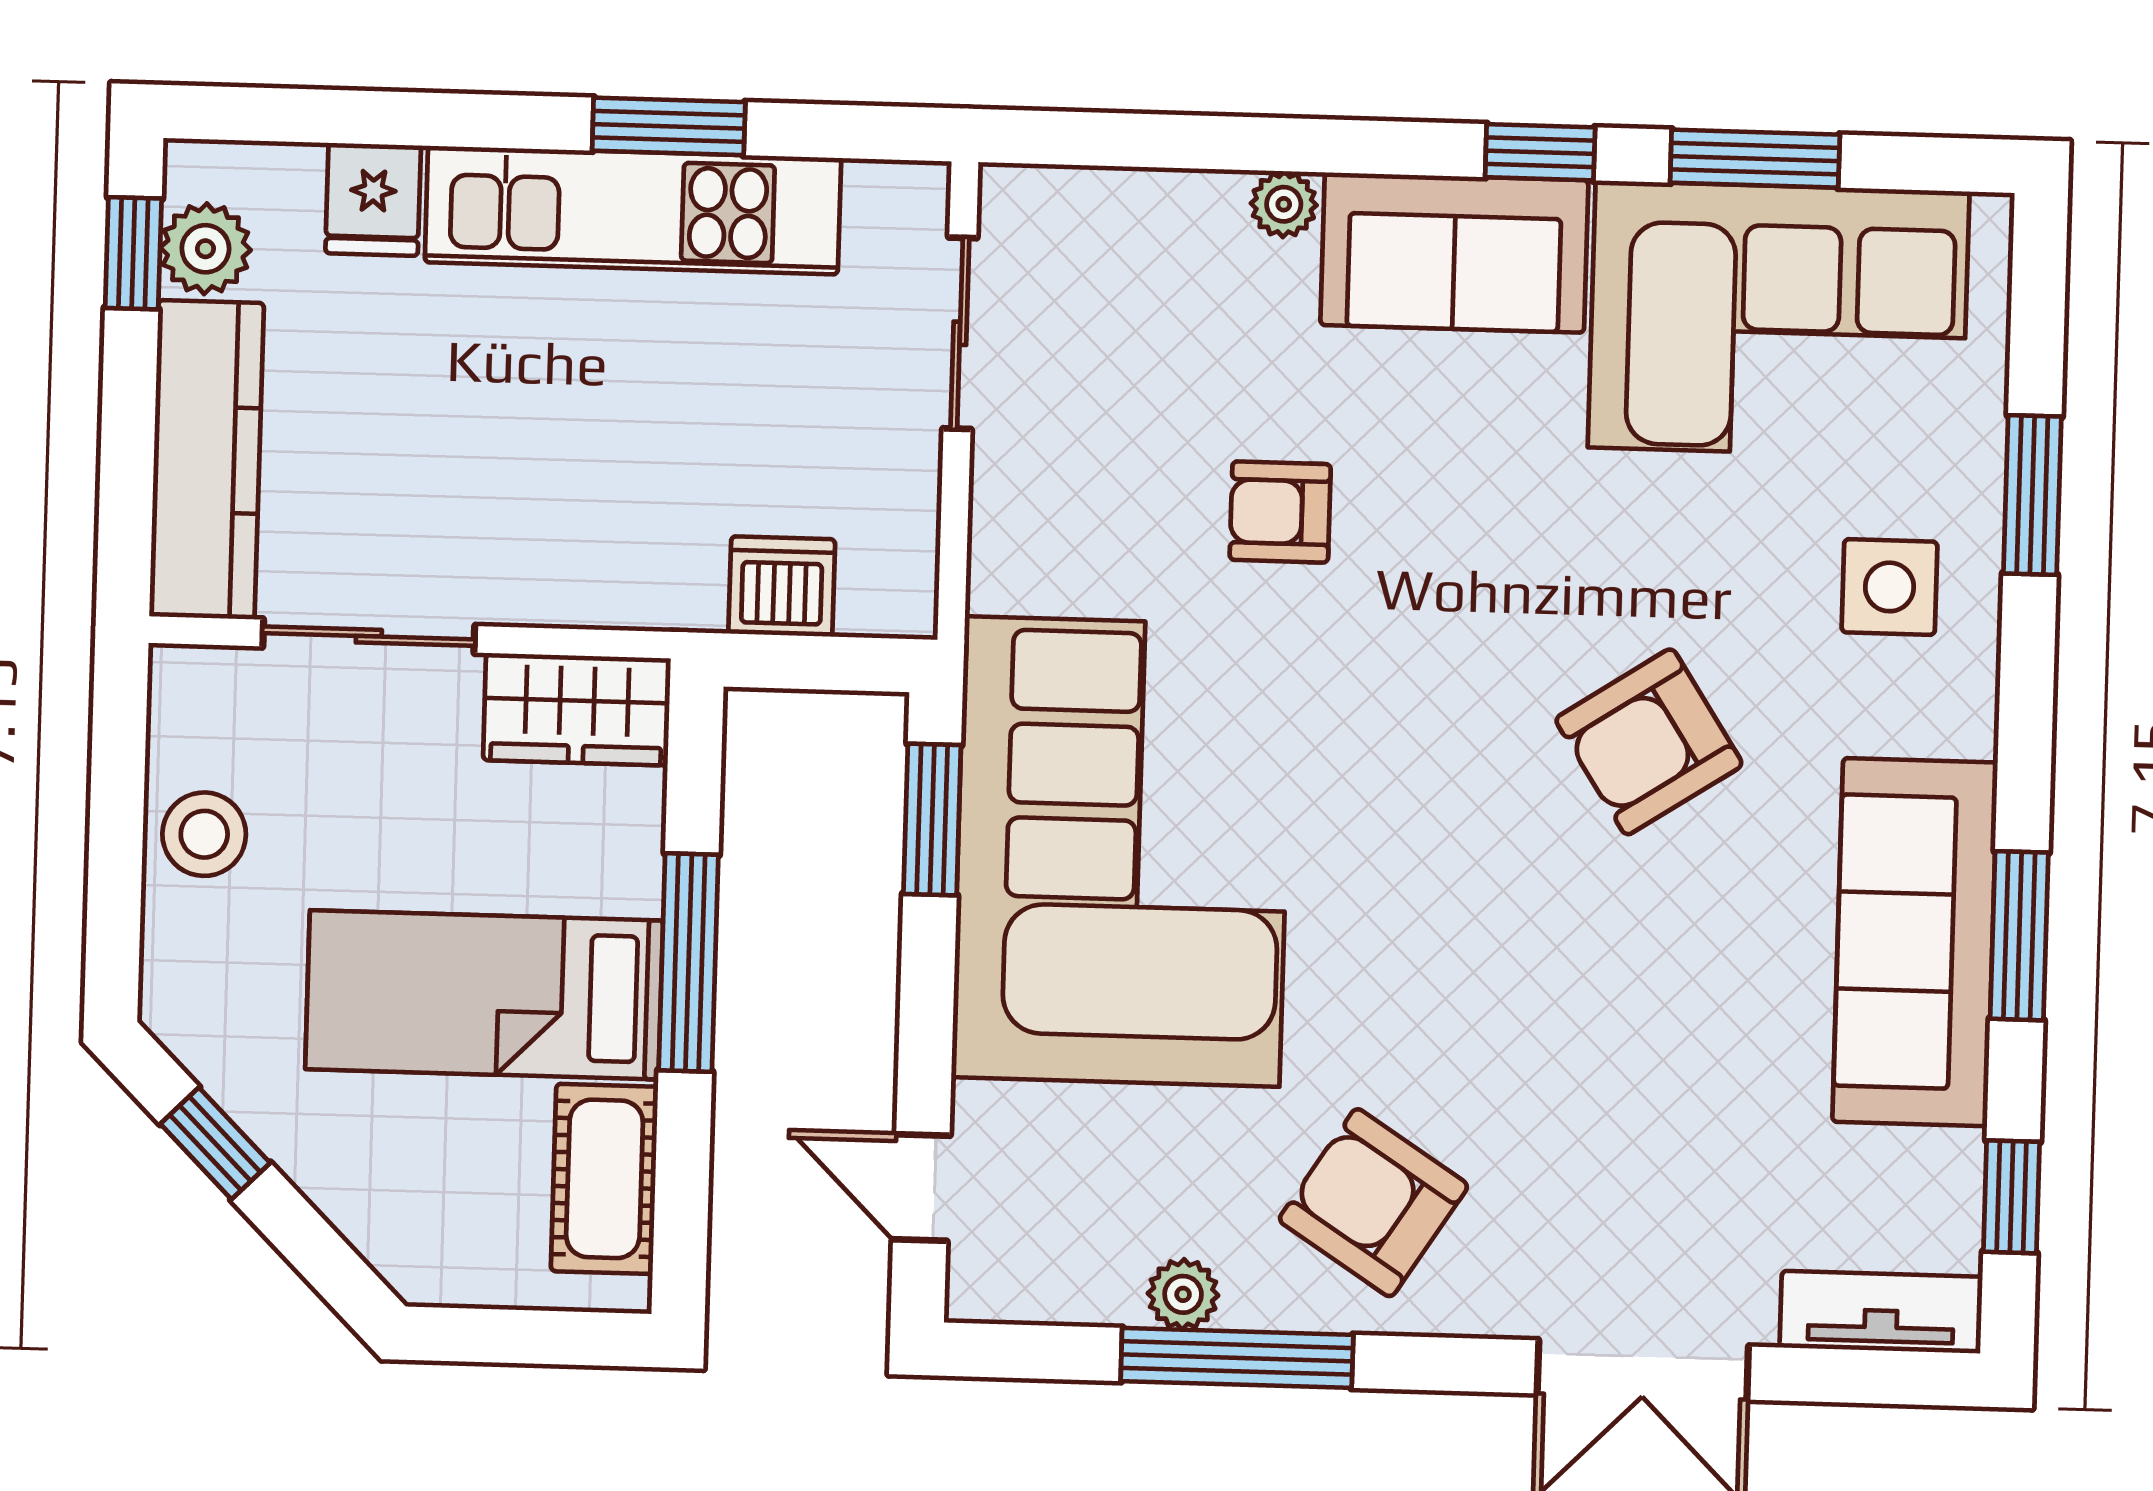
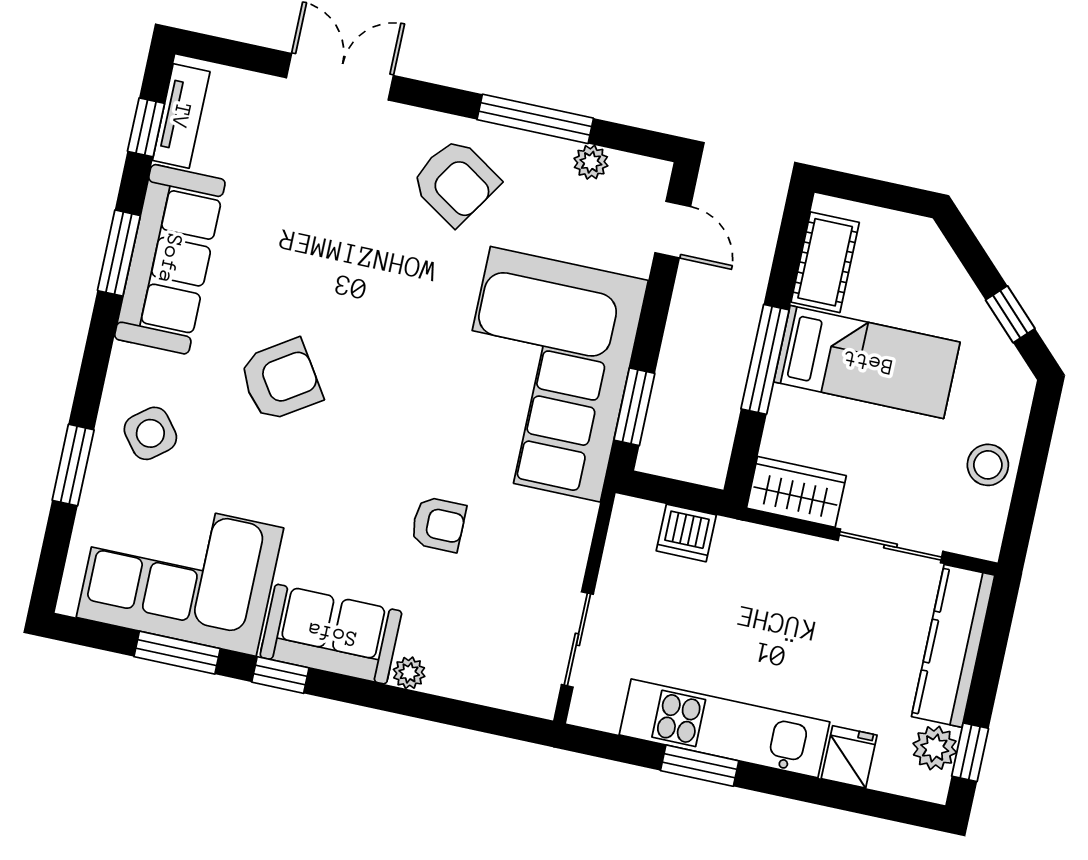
side table: (1890, 587) -> (150, 433), turned -38
plant: (1183, 1294) -> (591, 162), moved
tv unit: (1881, 1312) -> (181, 116), moved, turned -90

